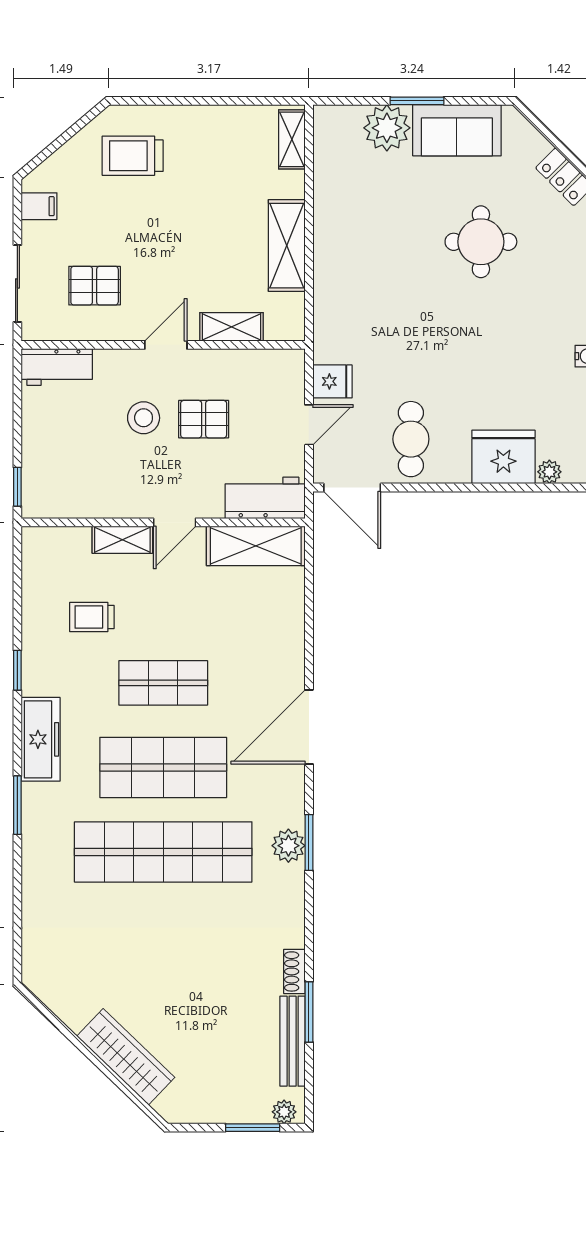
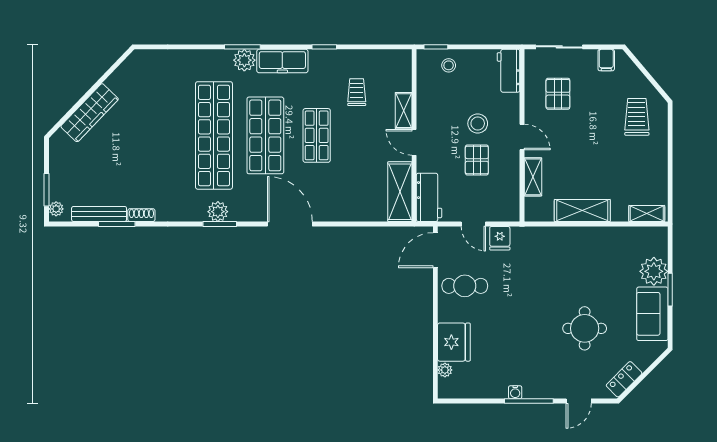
stool: (48, 466) -> (449, 65), added
plant: (39, 802) -> (244, 60), added

